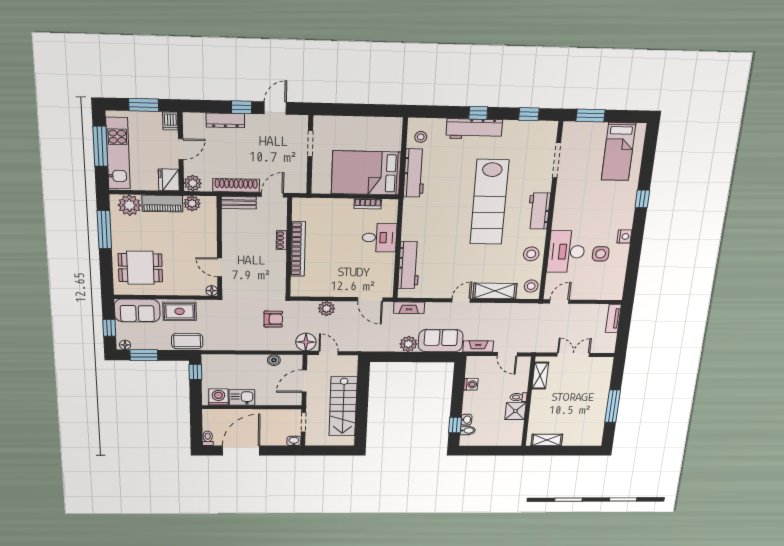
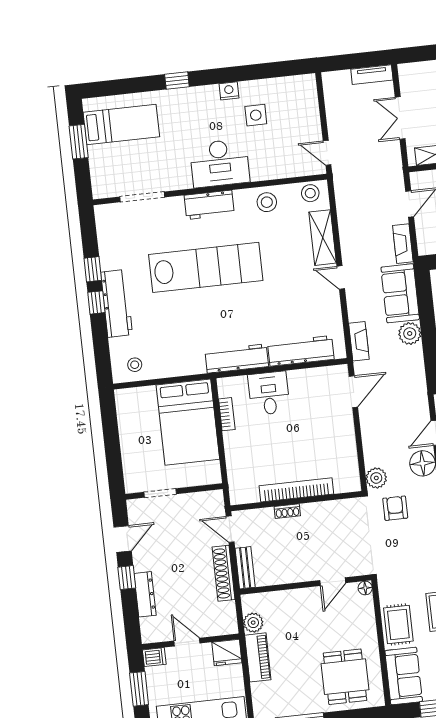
door: (275, 108) -> (123, 539), swing flipped
window: (529, 114) -> (93, 269), moved
window: (591, 116) -> (79, 142), moved
workbench: (414, 173) -> (237, 359), moved
plant: (193, 183) -> (227, 624), removed
plant: (129, 205) -> (265, 696), removed
desk: (566, 252) -> (220, 163), moved
plant: (327, 309) -> (376, 478), moved
tv unit: (613, 318) -> (372, 75), moved

